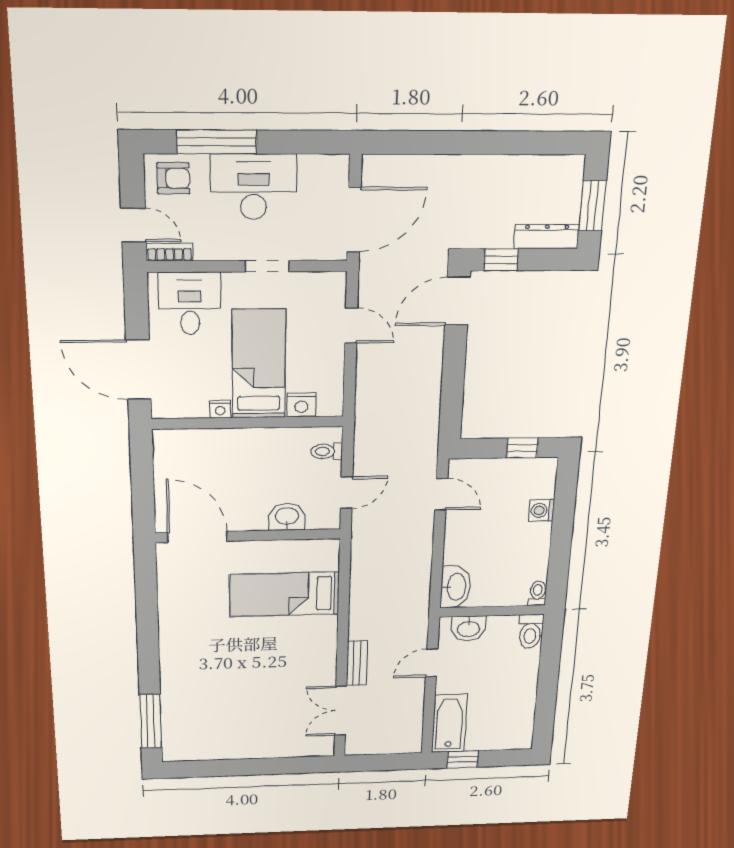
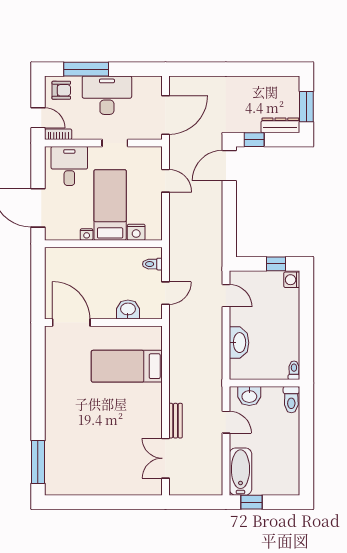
washing machine: (542, 510) -> (292, 280), moved
washbasin: (456, 587) -> (239, 343), moved
door: (432, 663) -> (226, 422), swing flipped

